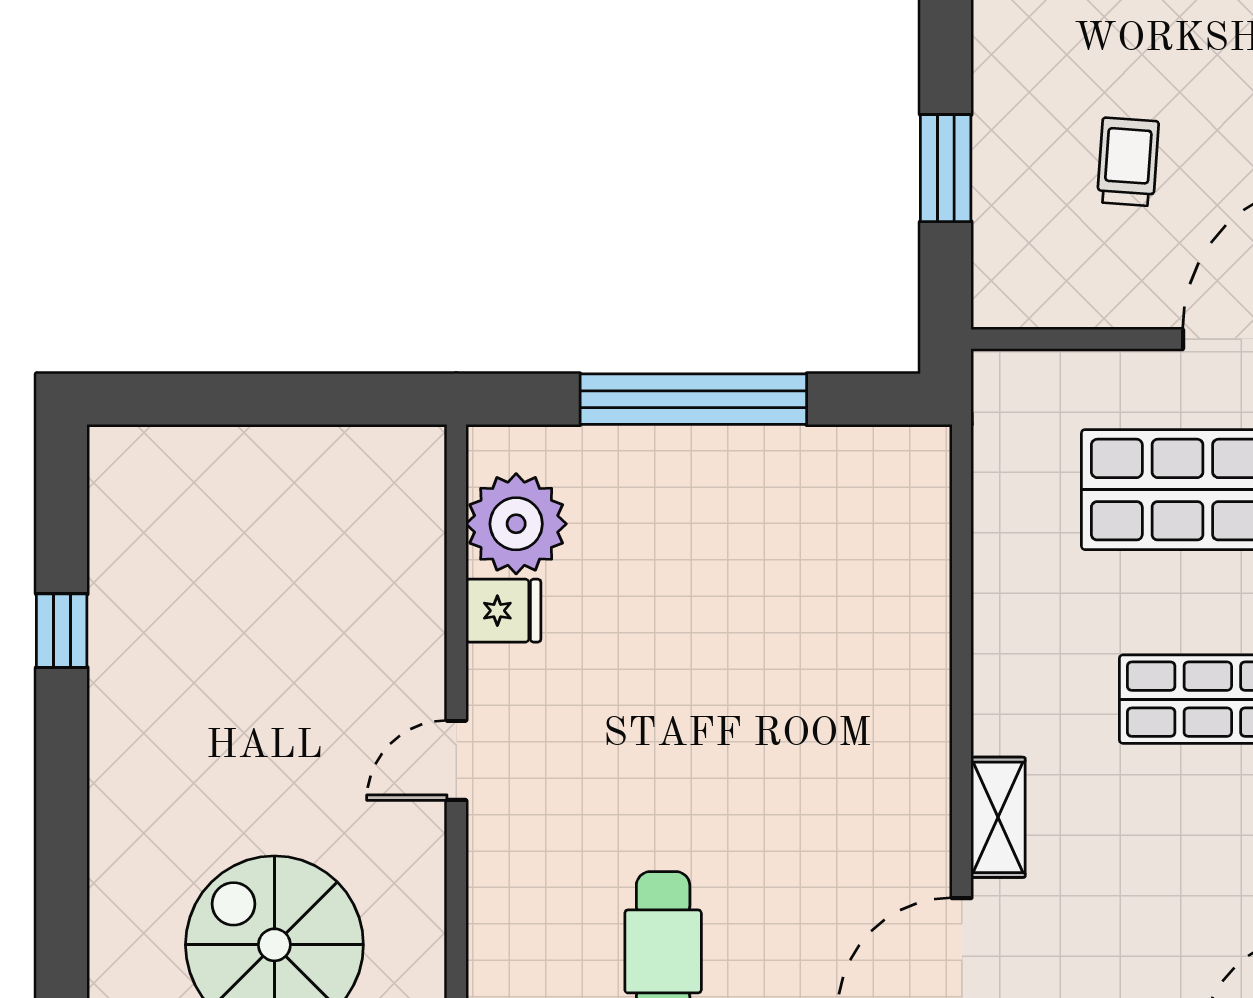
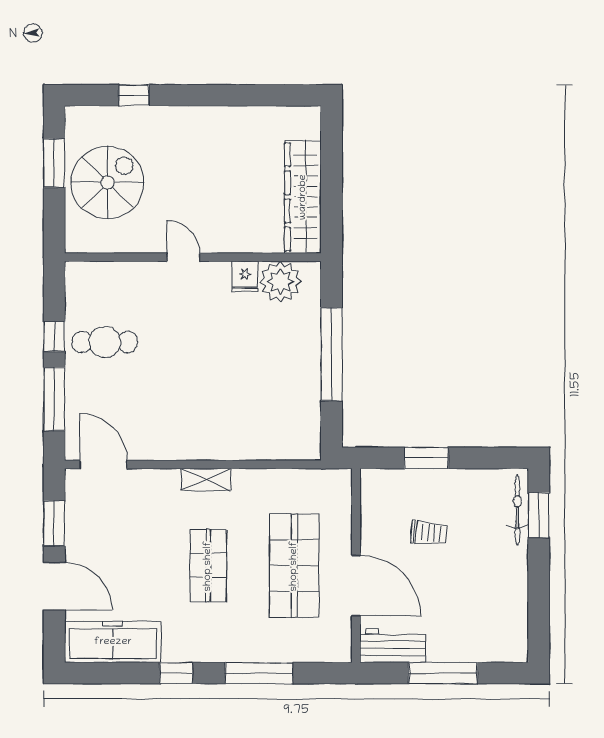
wardrobe: (310, 469) -> (303, 197), added
window: (62, 631) -> (134, 95), moved
shelving: (998, 817) -> (206, 479), moved

